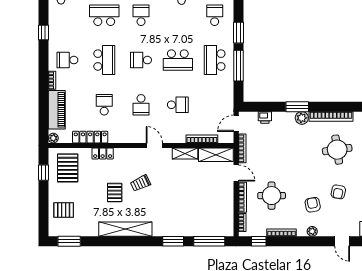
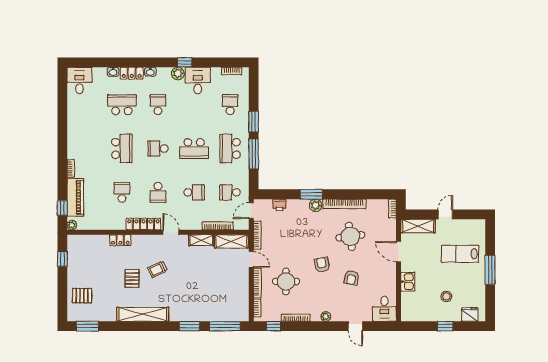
window: (43, 33) -> (62, 208), moved
school desk: (67, 60) -> (230, 192), moved
locker: (90, 137) -> (143, 224), moved
pallet: (68, 168) -> (86, 254), removed
armchair: (313, 205) -> (322, 265), moved

